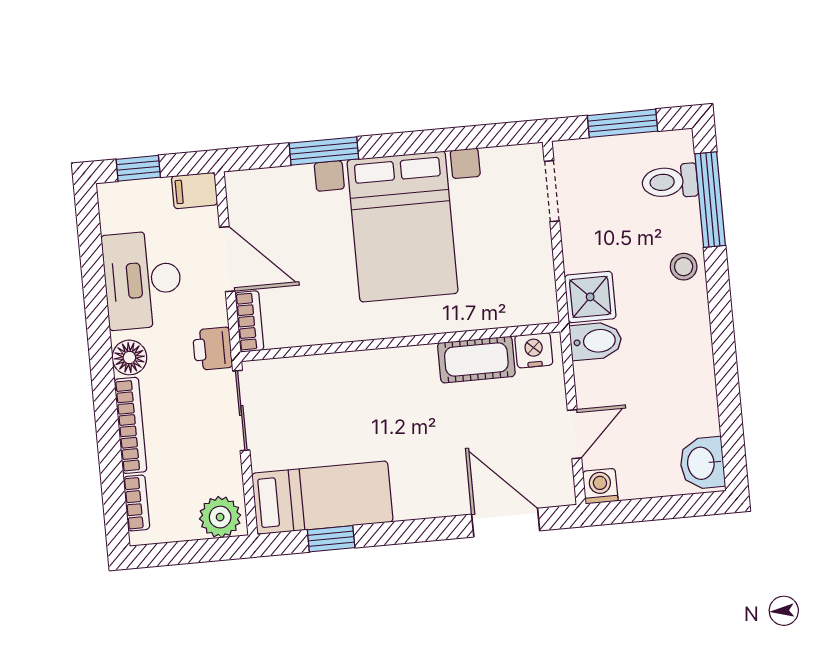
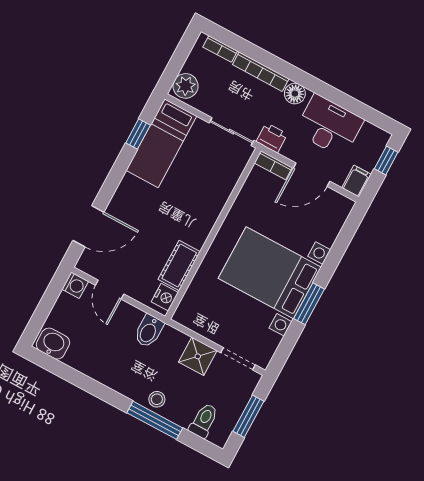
window: (324, 151) -> (309, 304), moved
window: (710, 200) -> (155, 420), moved
shower: (590, 297) -> (198, 356), moved

